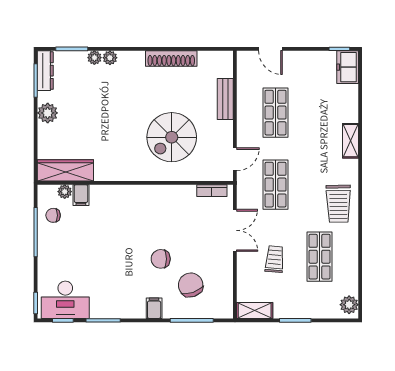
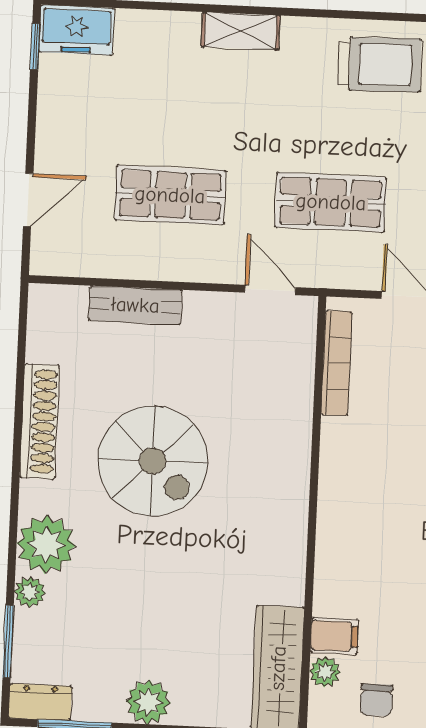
plant: (110, 58) -> (46, 544), width x1.87, depth x1.87
dresser: (45, 71) -> (40, 702), width x0.70
spiral stairs: (172, 137) -> (153, 461), moved
bookcase: (212, 191) -> (337, 363), width x1.56

